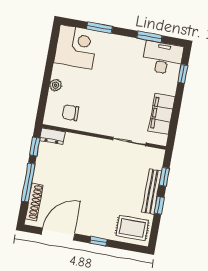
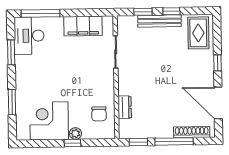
corner desk: (76, 47) -> (49, 121), moved
window: (183, 74) -> (41, 13), width x2.17
window: (47, 80) -> (73, 143), added
dresser: (52, 136) -> (125, 107), moved

